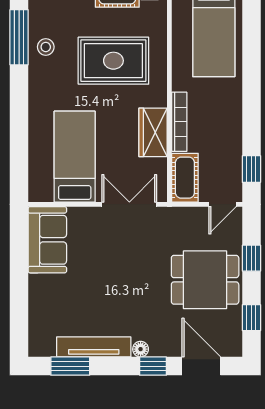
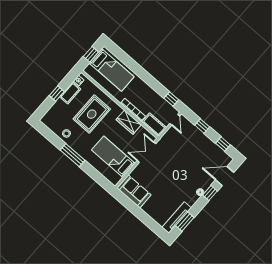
window: (19, 37) -> (73, 155), moved
dining table: (205, 280) -> (196, 149), removed
tv unit: (94, 347) -> (177, 218), moved

